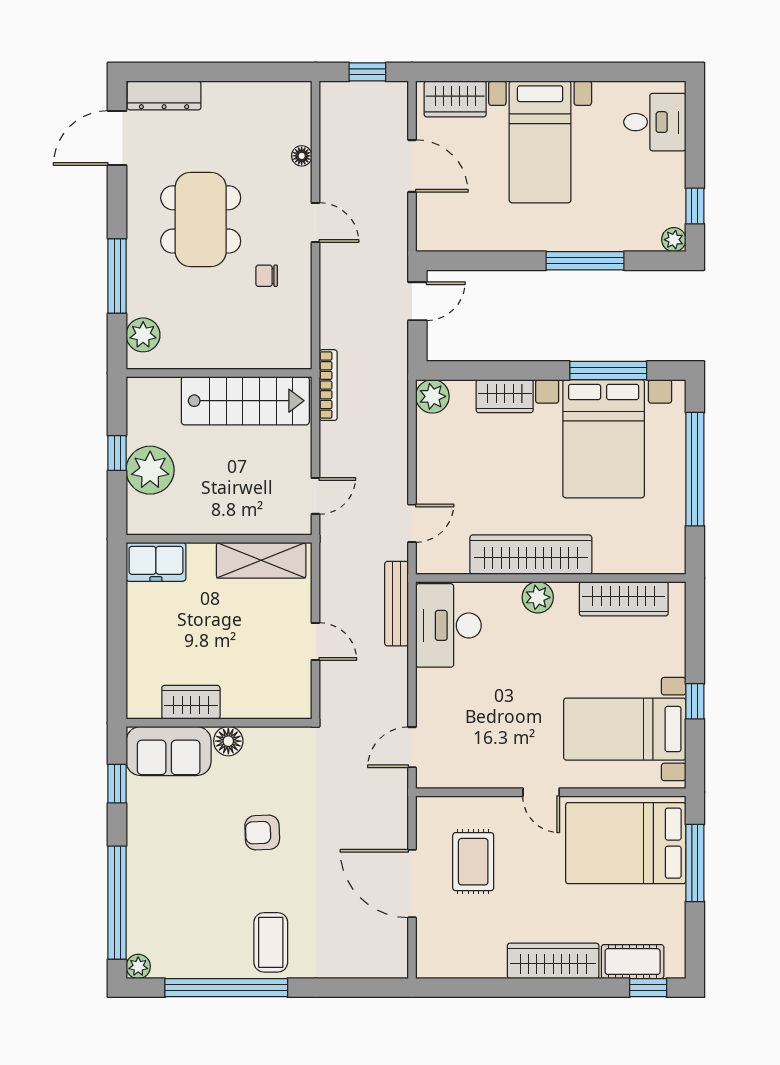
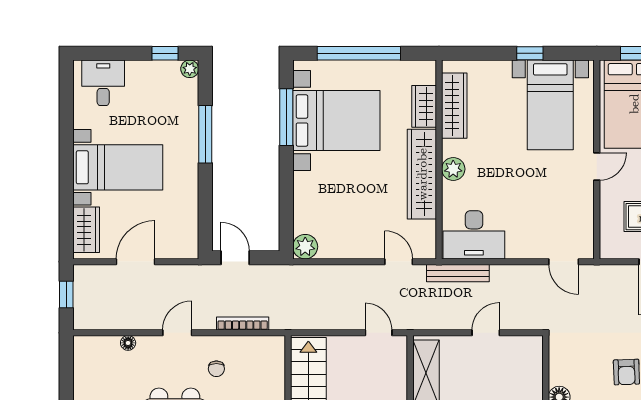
bookcase: (328, 385) -> (243, 323), moved
wardrobe: (505, 396) -> (424, 106), moved, turned 180

